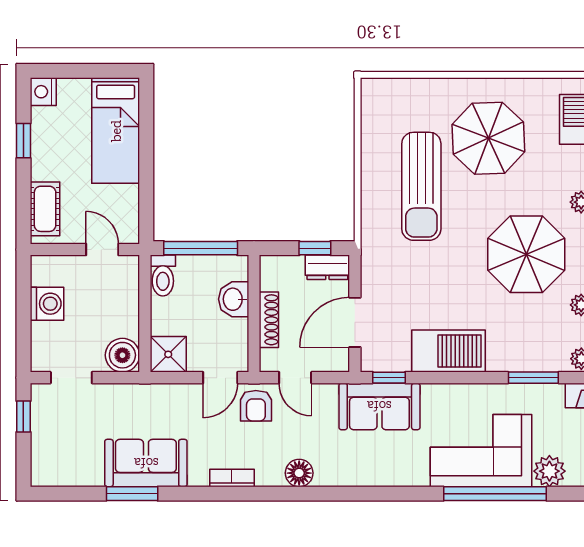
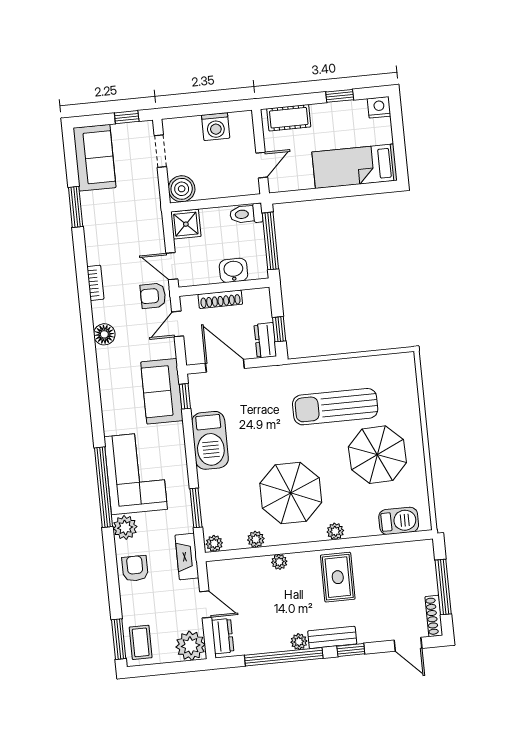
sofa: (146, 463) -> (94, 158), moved

